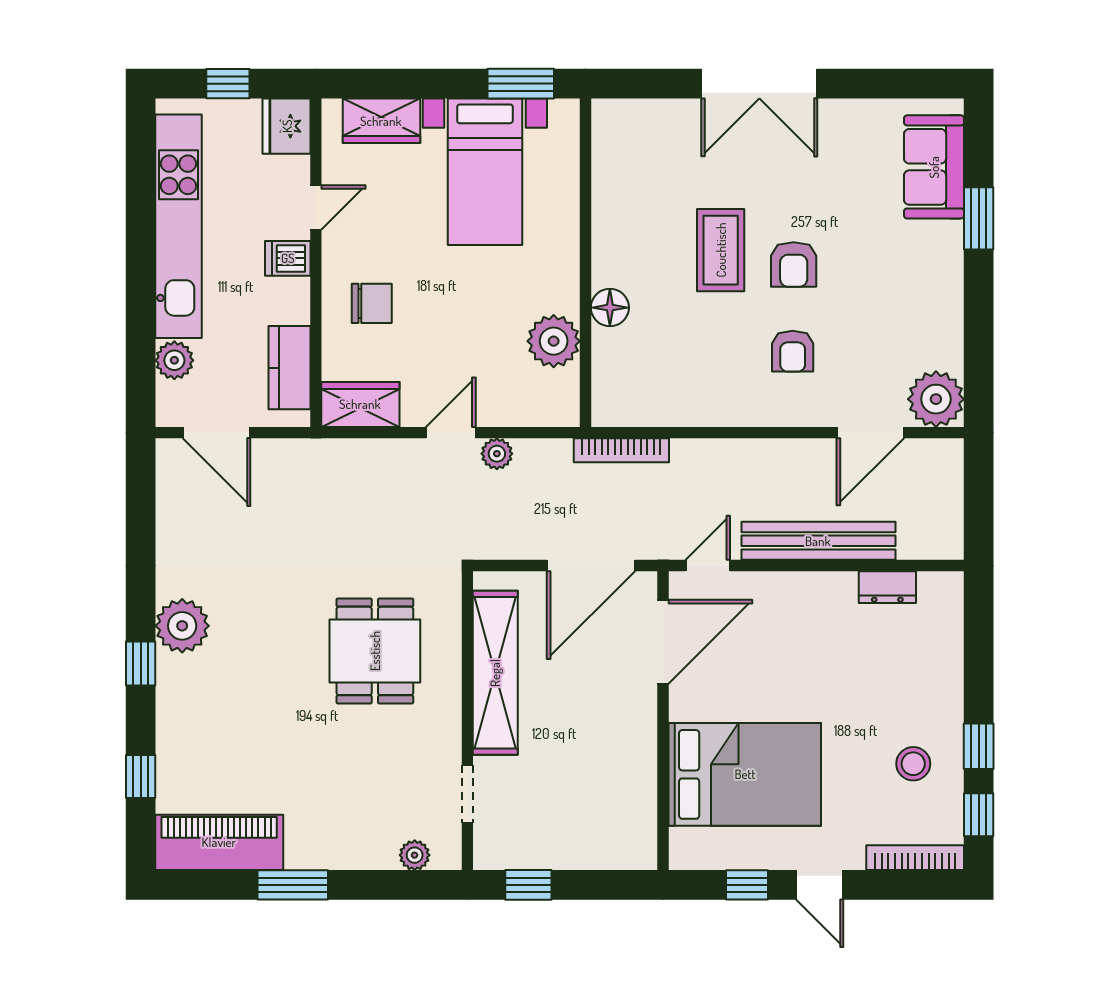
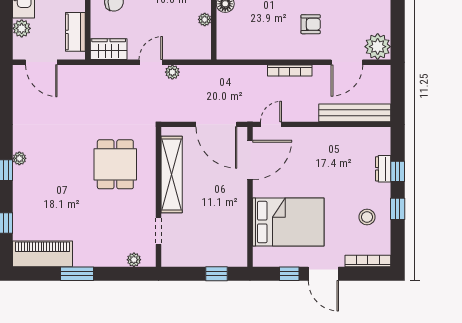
plant: (554, 341) -> (205, 19), width x0.53, depth x0.53
armchair: (793, 351) -> (311, 24), turned -90
bookcase: (621, 450) -> (290, 71), moved
bench: (818, 541) -> (355, 113), moved
door: (591, 566) -> (216, 124), hinge flipped
dresser: (887, 587) -> (383, 169), moved, turned 90
plant: (182, 626) -> (19, 158), width x0.53, depth x0.53
window: (979, 815) -> (398, 171), moved
window: (528, 885) -> (216, 274), moved
door: (820, 885) -> (323, 274), width x1.38

